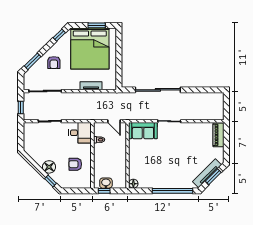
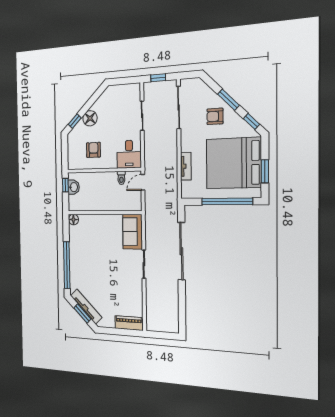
window: (119, 54) -> (227, 201), added
window: (33, 61) -> (228, 100), moved
door: (114, 121) -> (143, 182), moved

